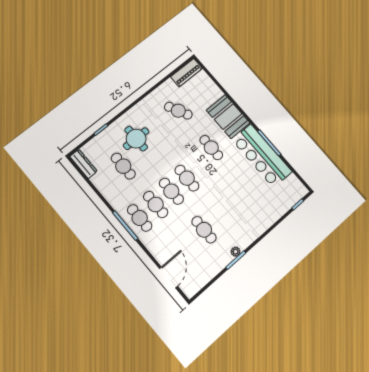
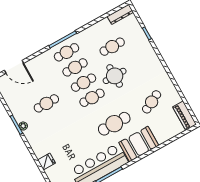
round table: (136, 139) -> (115, 76), moved
cafe table: (211, 148) -> (114, 124), width x1.37, depth x1.35
fridge: (270, 216) -> (47, 162), added

